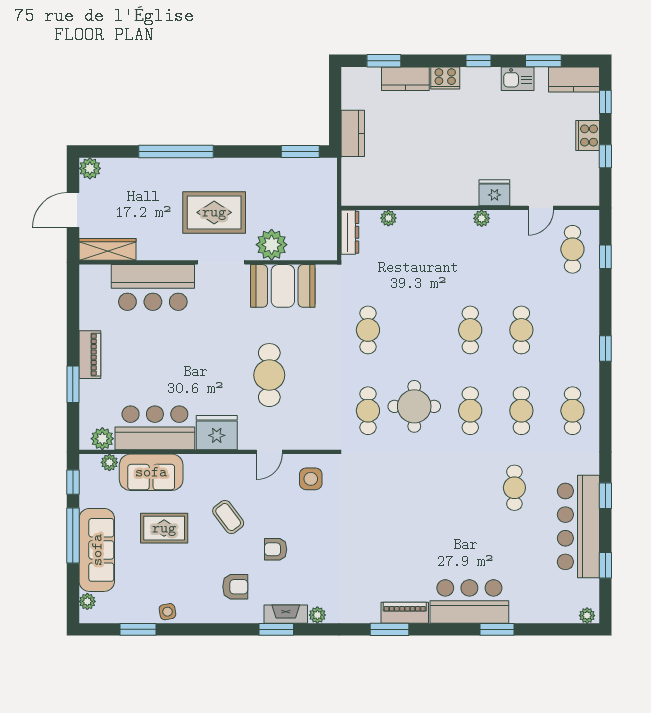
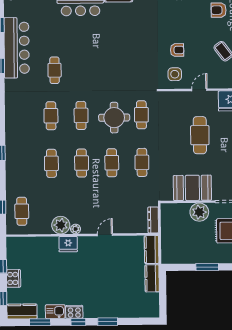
window: (384, 61) -> (108, 322), moved
cooker: (445, 78) -> (74, 312), moved
kitchen counter: (405, 79) -> (152, 250), moved, turned -90
window: (300, 152) -> (207, 267), moved
door: (541, 208) -> (105, 235), moved
plant: (388, 218) -> (61, 225), moved, width x1.87, depth x1.87
cafe table: (572, 411) -> (112, 163), moved
armchair: (276, 549) -> (177, 50), moved

